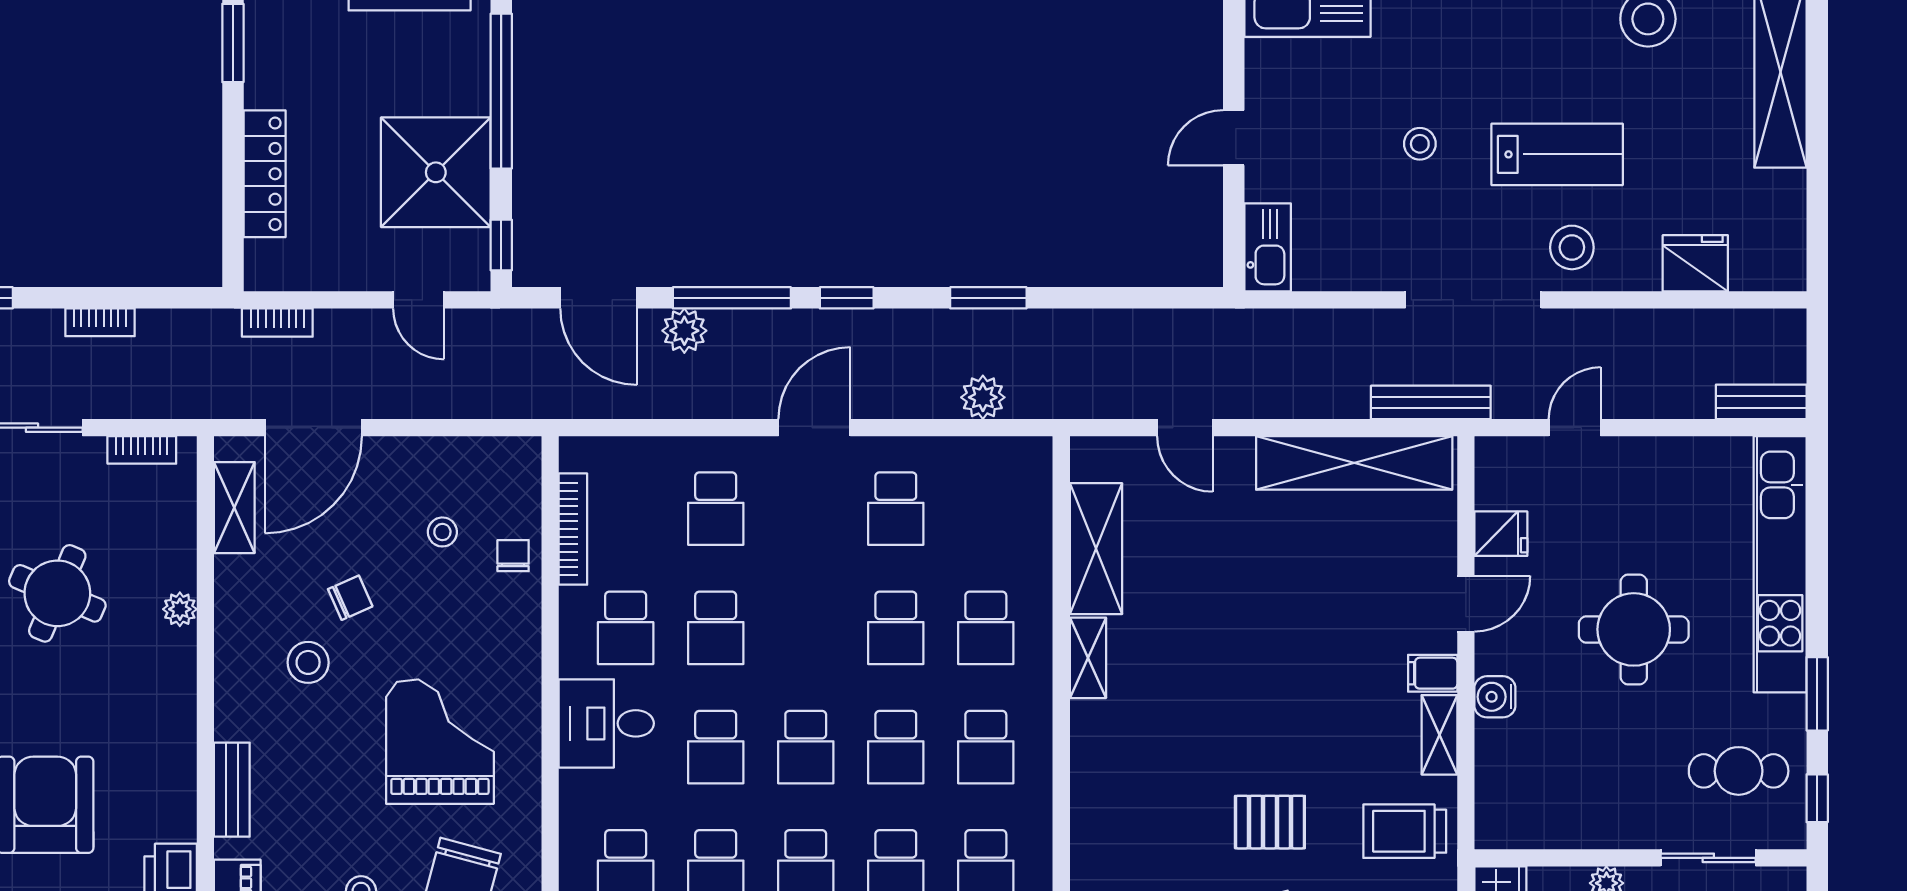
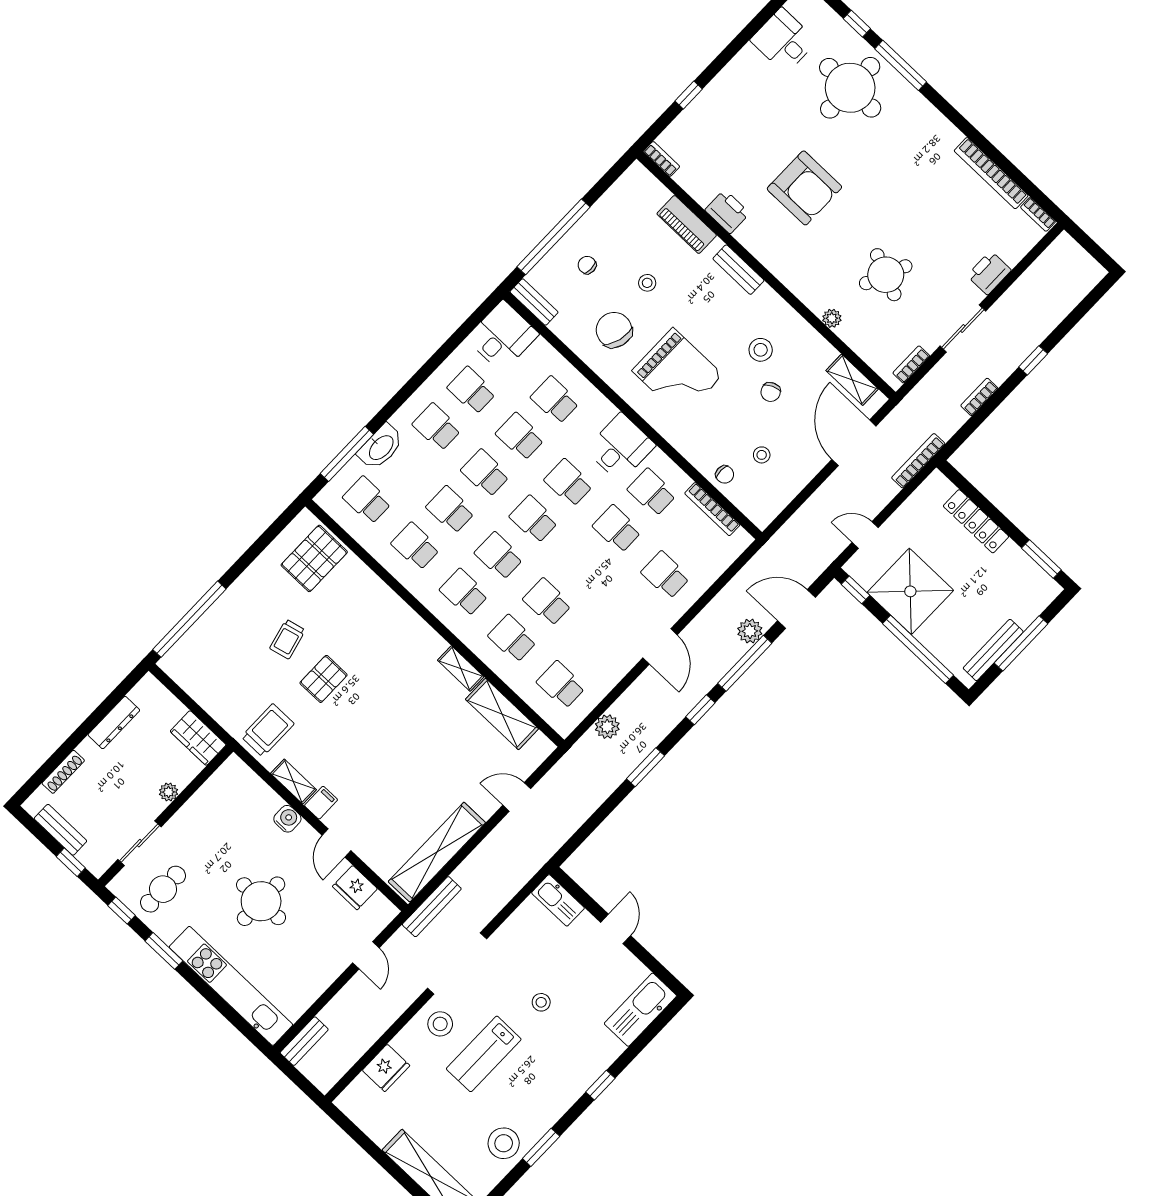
bookcase: (277, 323) -> (918, 461), width x1.56
school desk: (896, 509) -> (561, 685), moved
fridge: (1501, 534) -> (355, 888), width x1.38

